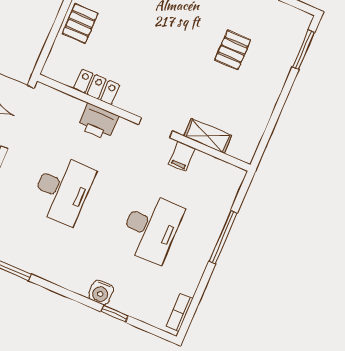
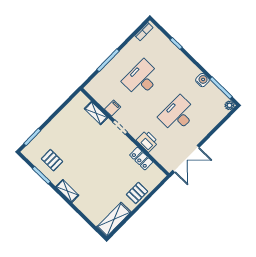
pallet: (233, 50) -> (52, 160), moved, turned 90
water cooler: (101, 292) -> (202, 80), moved

